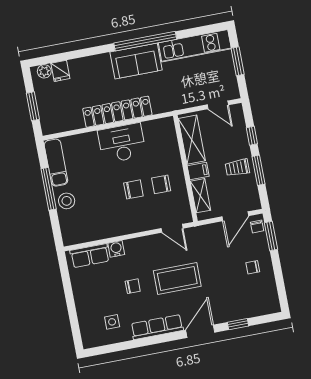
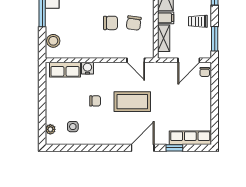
window: (258, 170) -> (215, 39), moved
chair: (161, 184) -> (134, 23), turned -82
stool: (67, 201) -> (53, 41), moved
window: (271, 236) -> (215, 82), removed
chair: (253, 267) -> (195, 104), removed
row of seats: (157, 327) -> (190, 138), moved
plant: (86, 330) -> (50, 129), added

